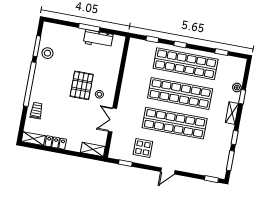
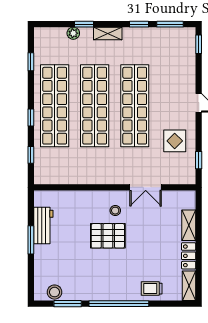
stool: (47, 53) -> (55, 292), moved
shelving: (93, 150) -> (189, 225), moved

